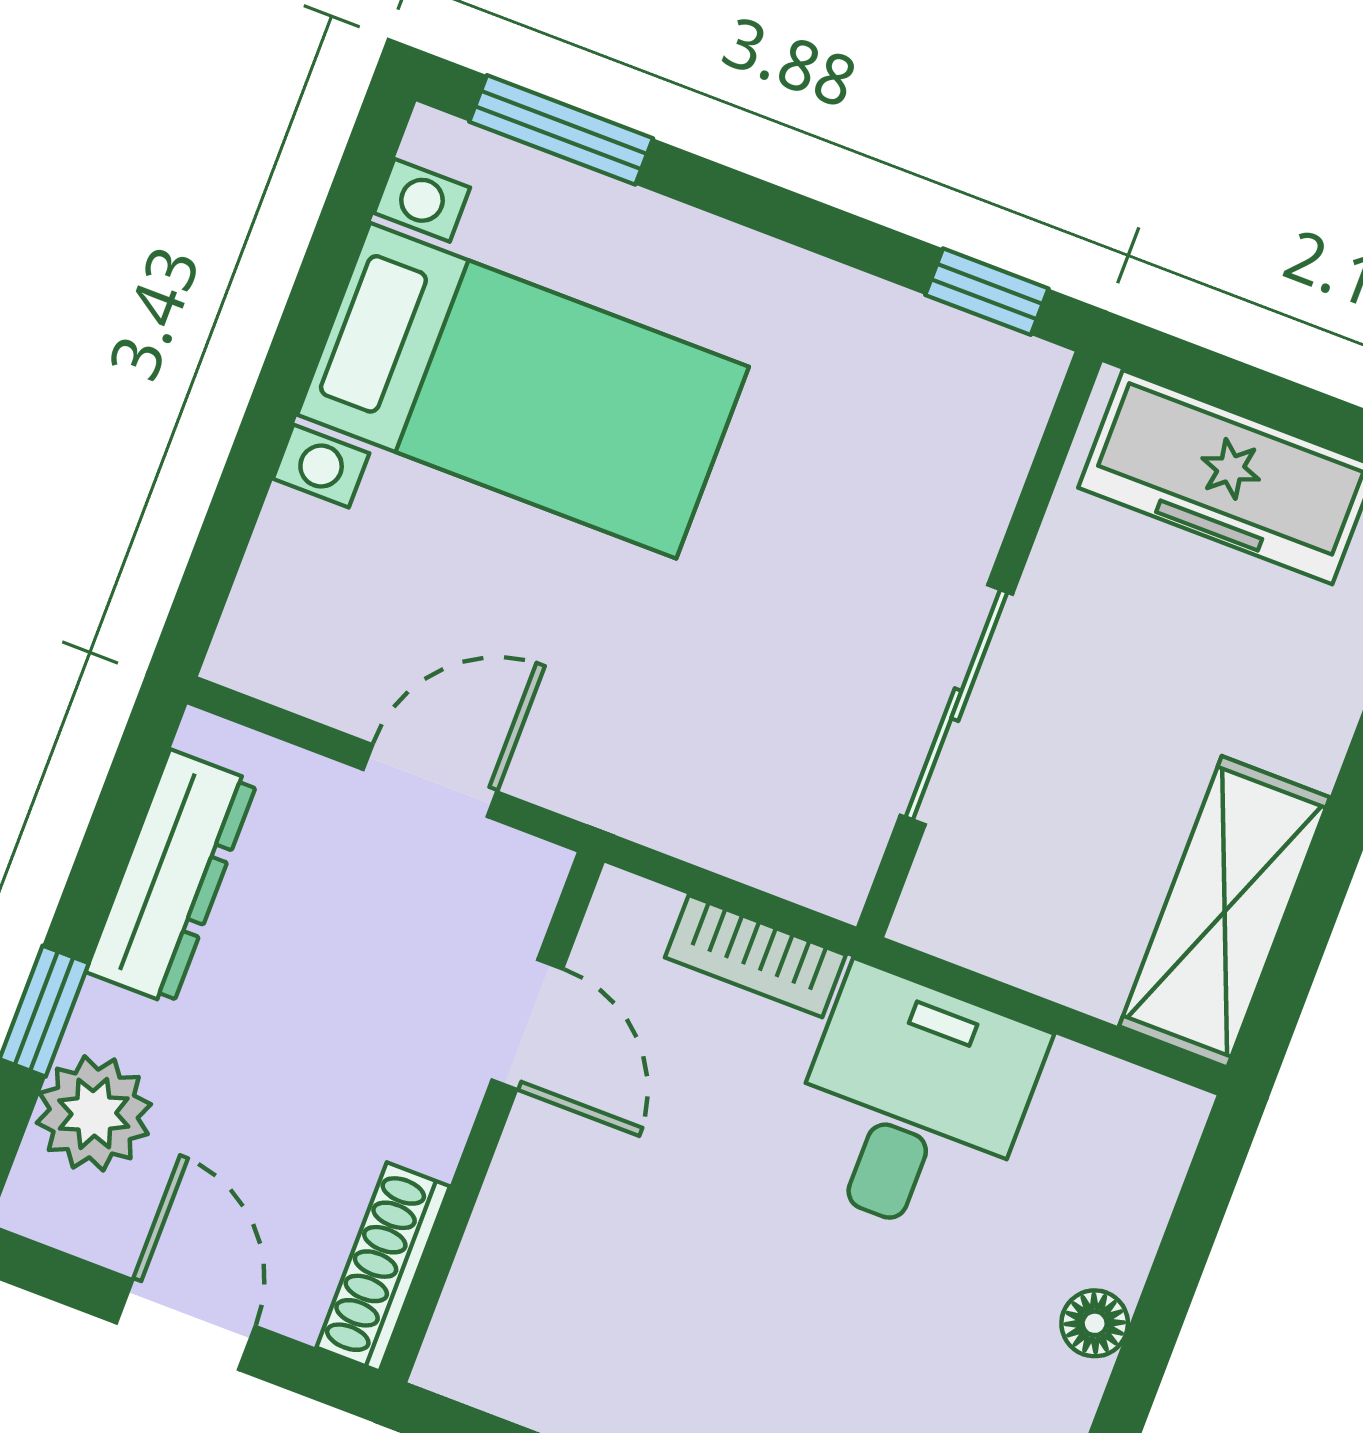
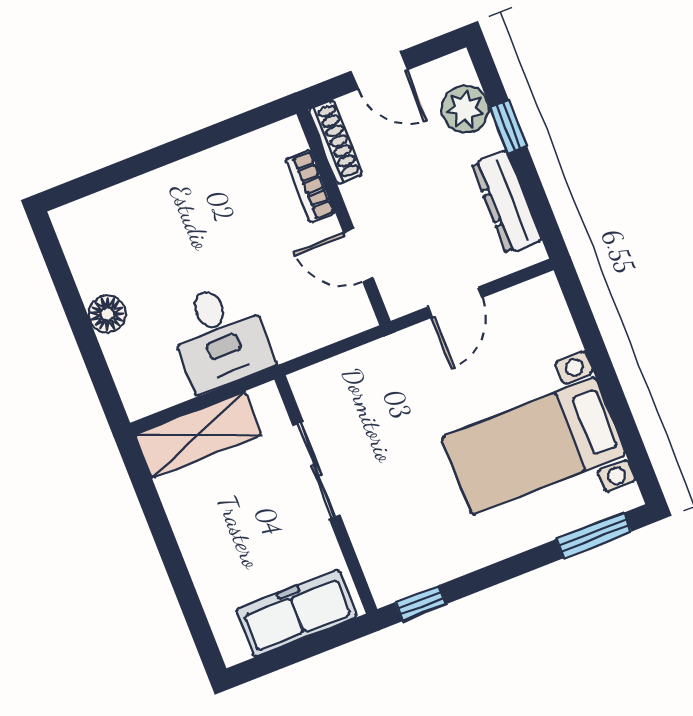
shelving: (1225, 912) -> (198, 435), moved, turned 90
bookcase: (755, 956) -> (310, 186), moved, turned -90
floor lamp: (1095, 1323) -> (107, 314), width x1.37, depth x1.37

